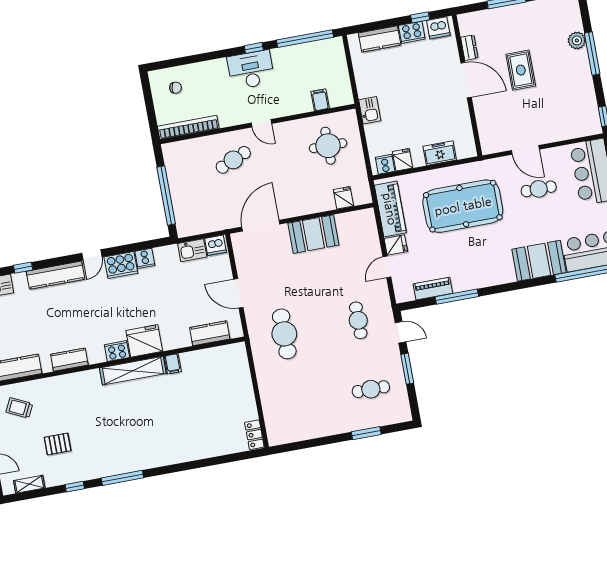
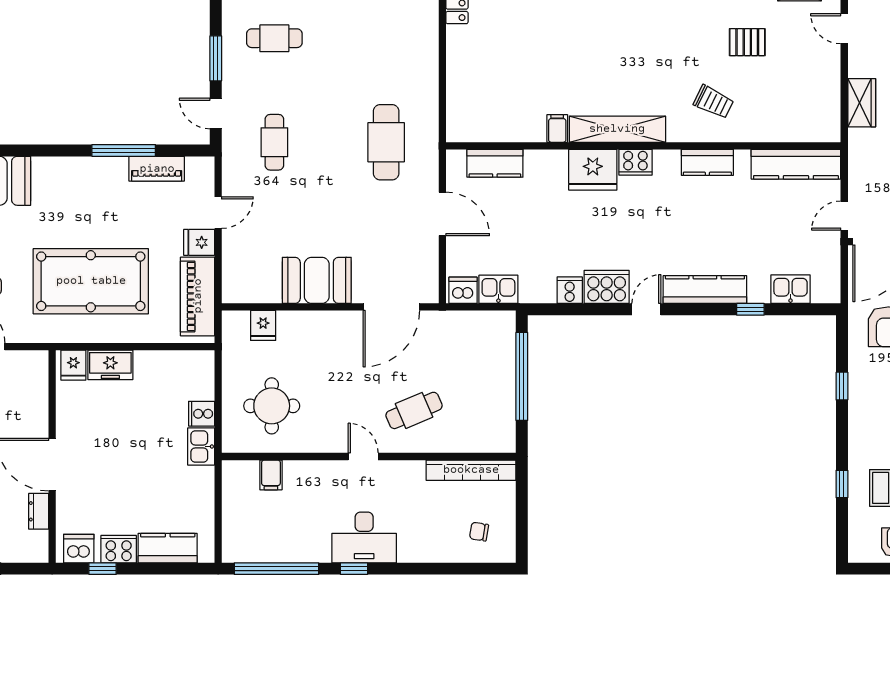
fridge: (403, 160) -> (73, 365), moved
cooker: (385, 164) -> (202, 414), moved, turned 90
trolley: (19, 408) -> (714, 102), moved

